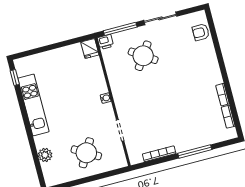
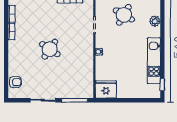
printer: (106, 42) -> (88, 93), removed
fridge: (90, 48) -> (106, 89), width x1.88, depth x1.34
round table: (143, 56) -> (50, 49), moved

